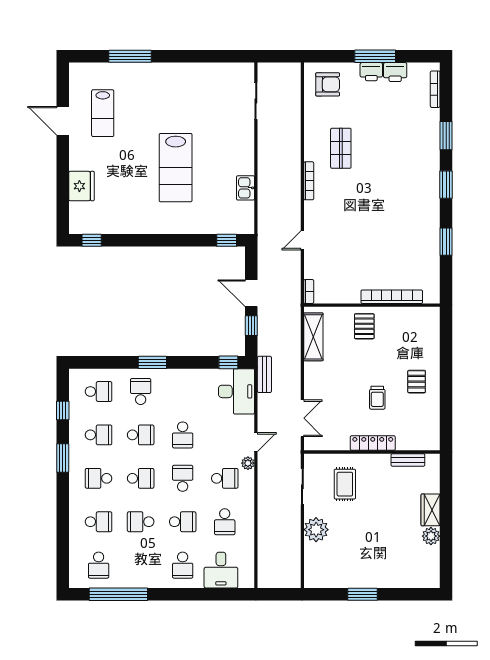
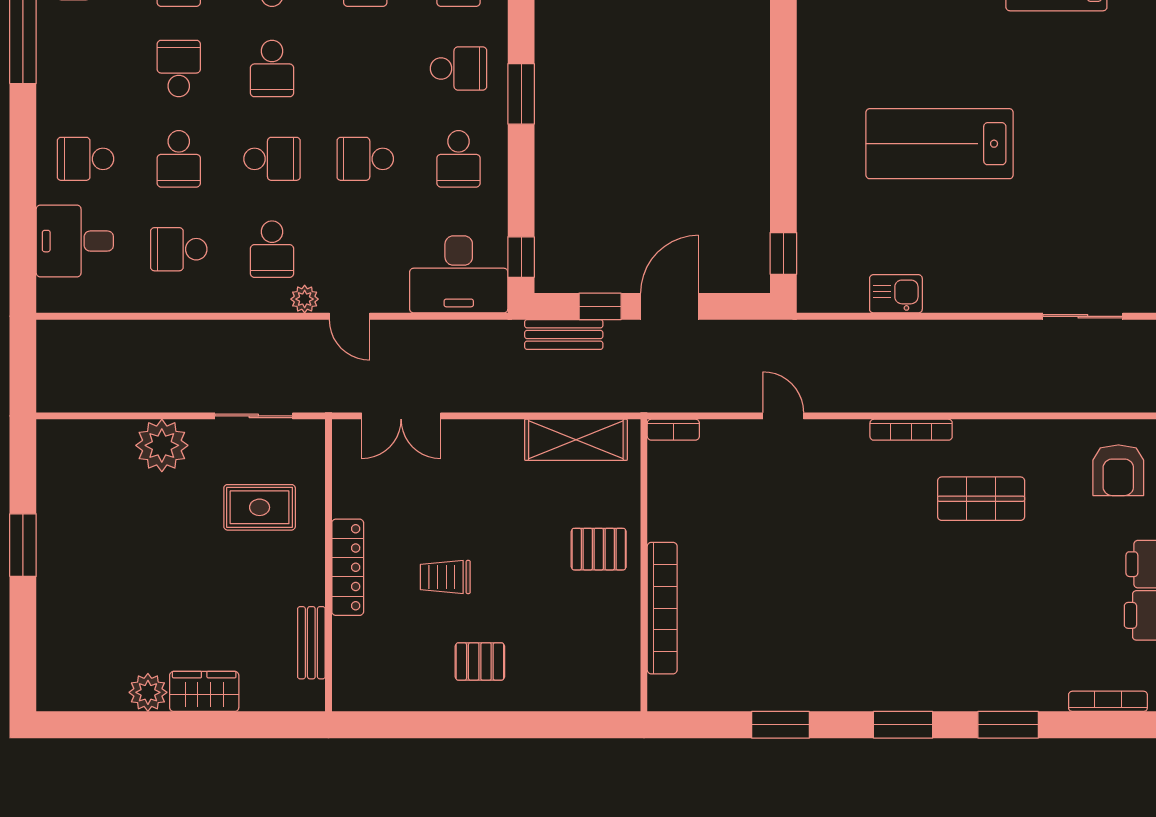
bench: (264, 374) -> (564, 334), moved
school desk: (141, 435) -> (458, 159), moved

